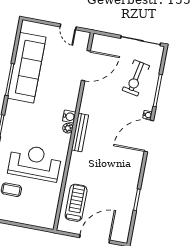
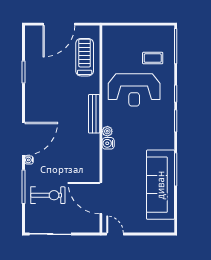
door: (68, 27) -> (115, 234), moved
door: (86, 66) -> (101, 198), hinge flipped
exercise bike: (136, 78) -> (48, 195), turned 79
bench: (80, 133) -> (94, 114), moved
treadmill: (76, 203) -> (85, 57), turned 180

